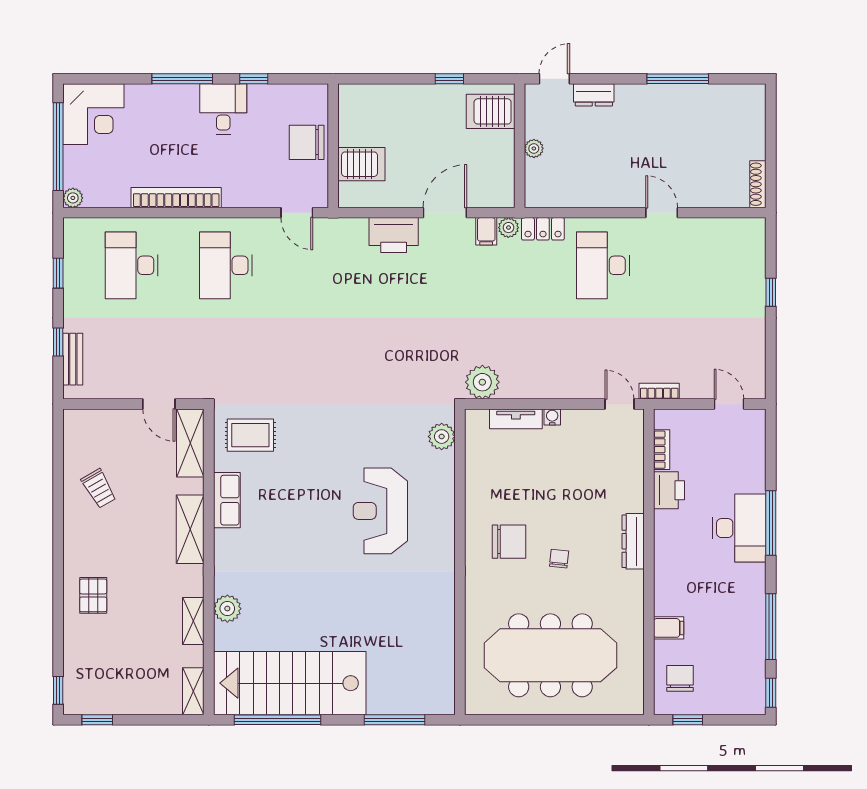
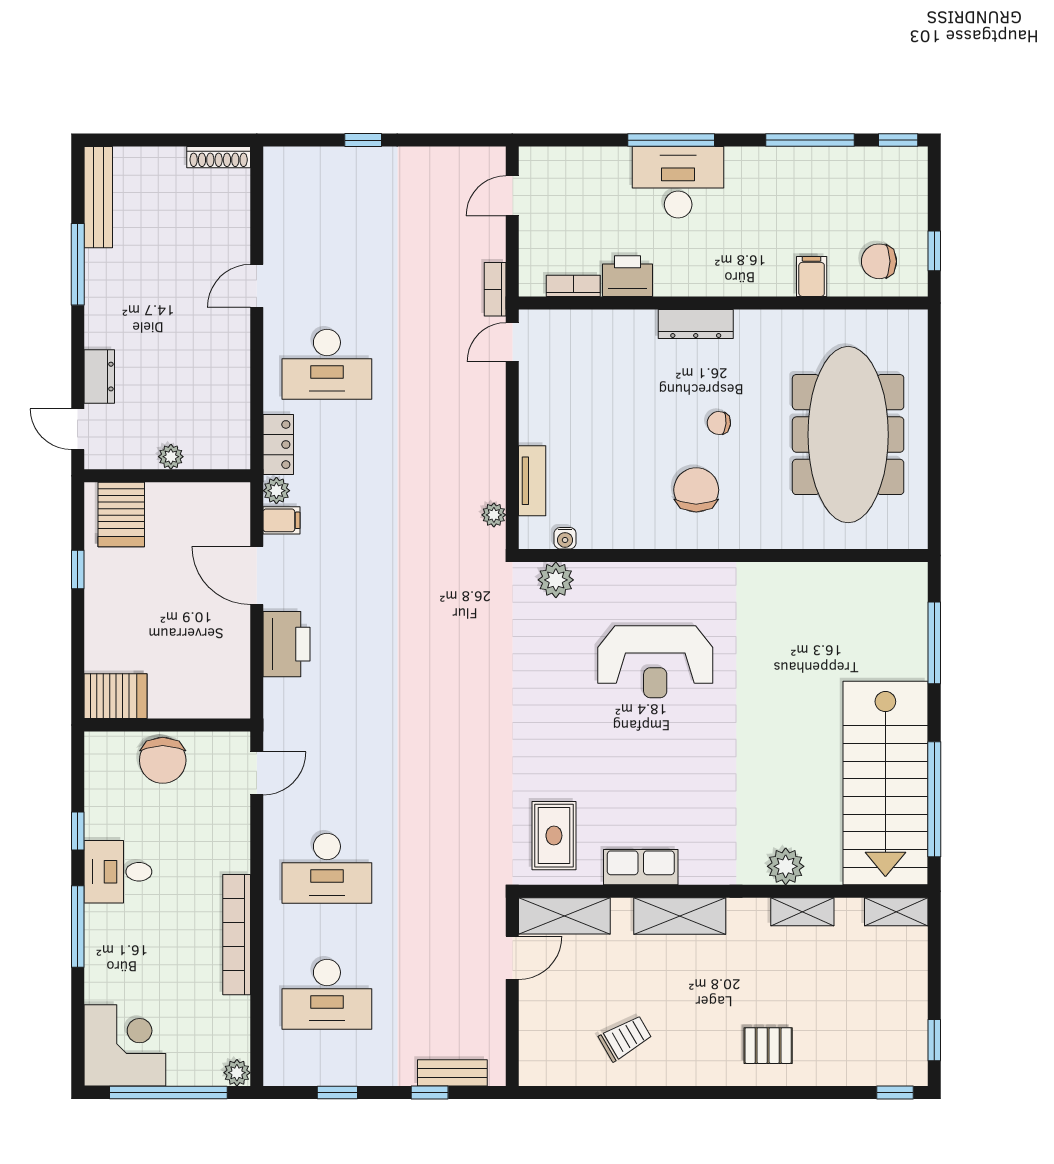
bench: (728, 94) -> (98, 197), added
server rack: (361, 164) -> (115, 696), moved, turned 90
plant: (482, 382) -> (494, 515), width x0.53, depth x0.53
water cooler: (552, 417) -> (565, 538), moved, turned -90

